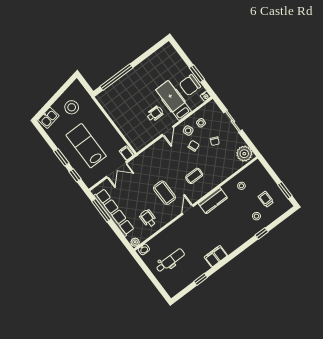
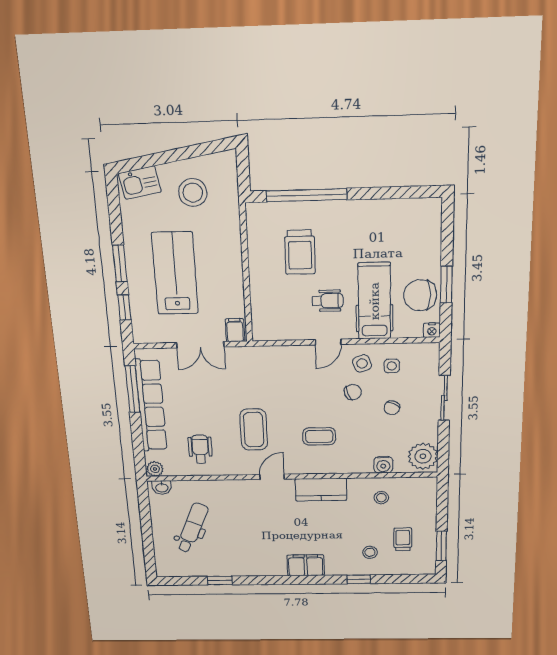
trolley: (130, 102) -> (300, 252), added
water cooler: (231, 170) -> (383, 465), added
filing cabinet: (216, 256) -> (306, 565), moved
dental chair: (170, 260) -> (192, 528), turned -67

